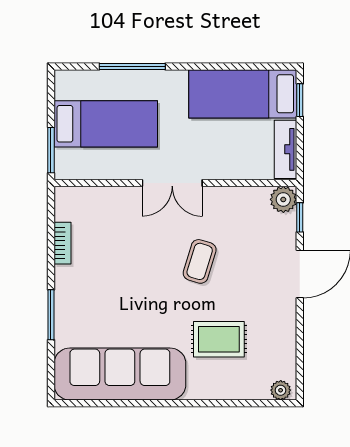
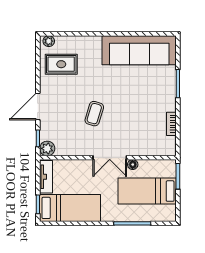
floor lamp: (131, 171) -> (133, 165), added
double door: (172, 183) -> (110, 158), swing flipped
rug: (219, 339) -> (61, 64), moved

